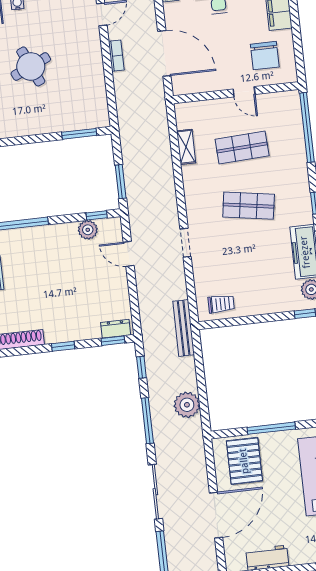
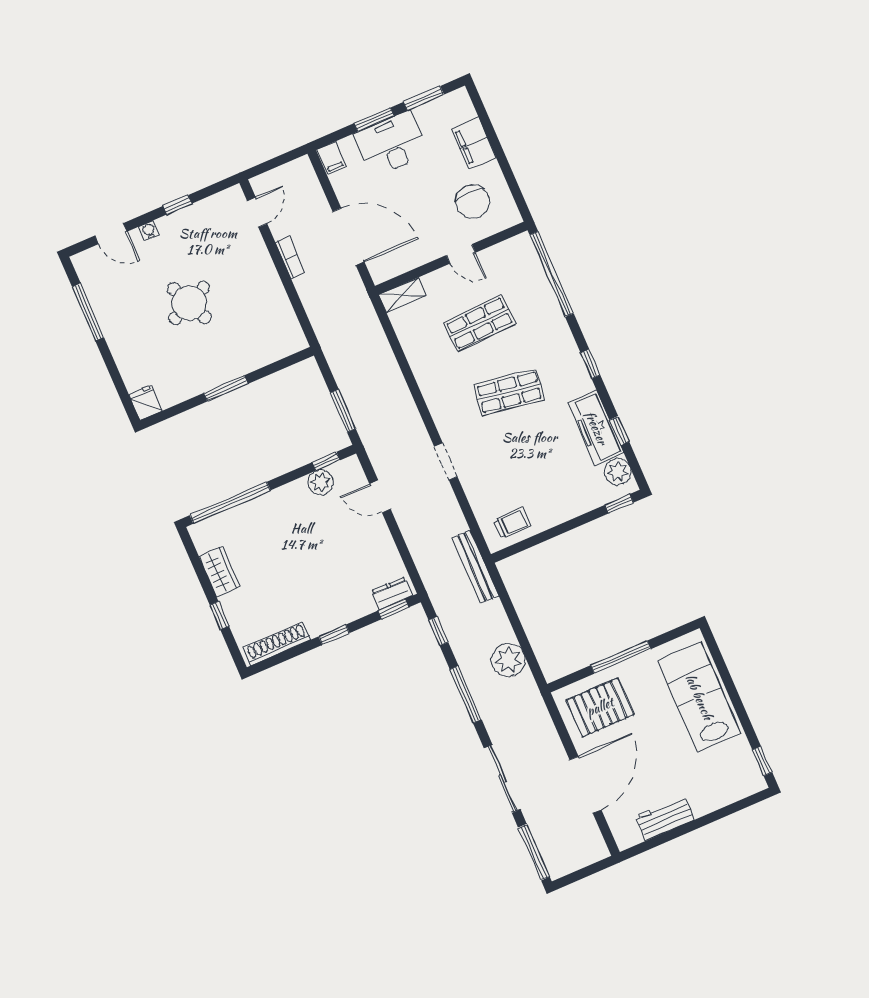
window: (79, 134) -> (226, 388), moved
shelving: (186, 147) -> (402, 295), moved, turned 90
pallet: (244, 461) -> (600, 707), turned 90

